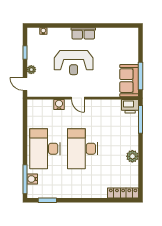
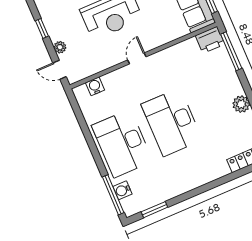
door: (78, 98) -> (137, 58), swing flipped
water cooler: (59, 104) -> (95, 86), moved

